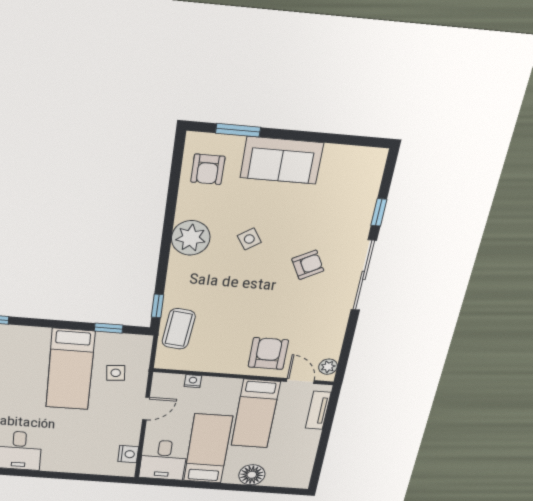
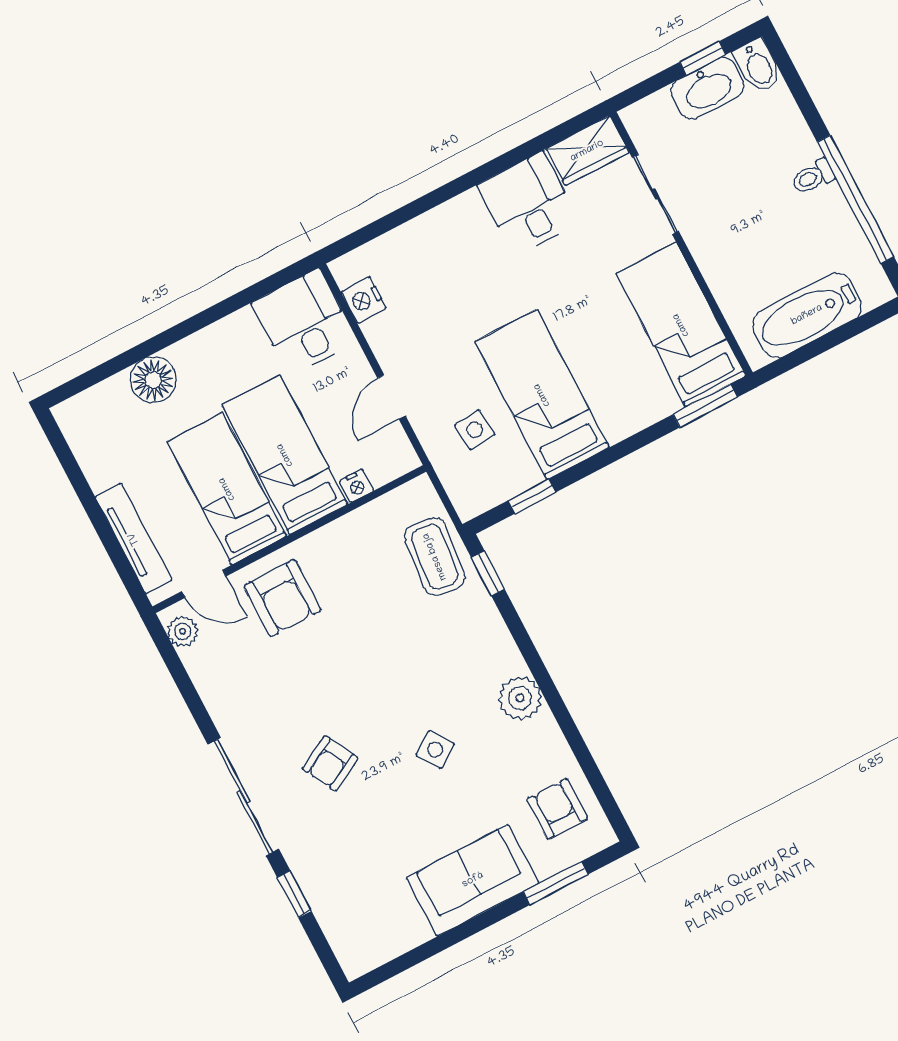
plant: (191, 238) -> (520, 698), width x0.73, depth x0.73
tv unit: (318, 410) -> (134, 539), width x1.41
bed: (208, 449) -> (285, 455), moved, turned 180

